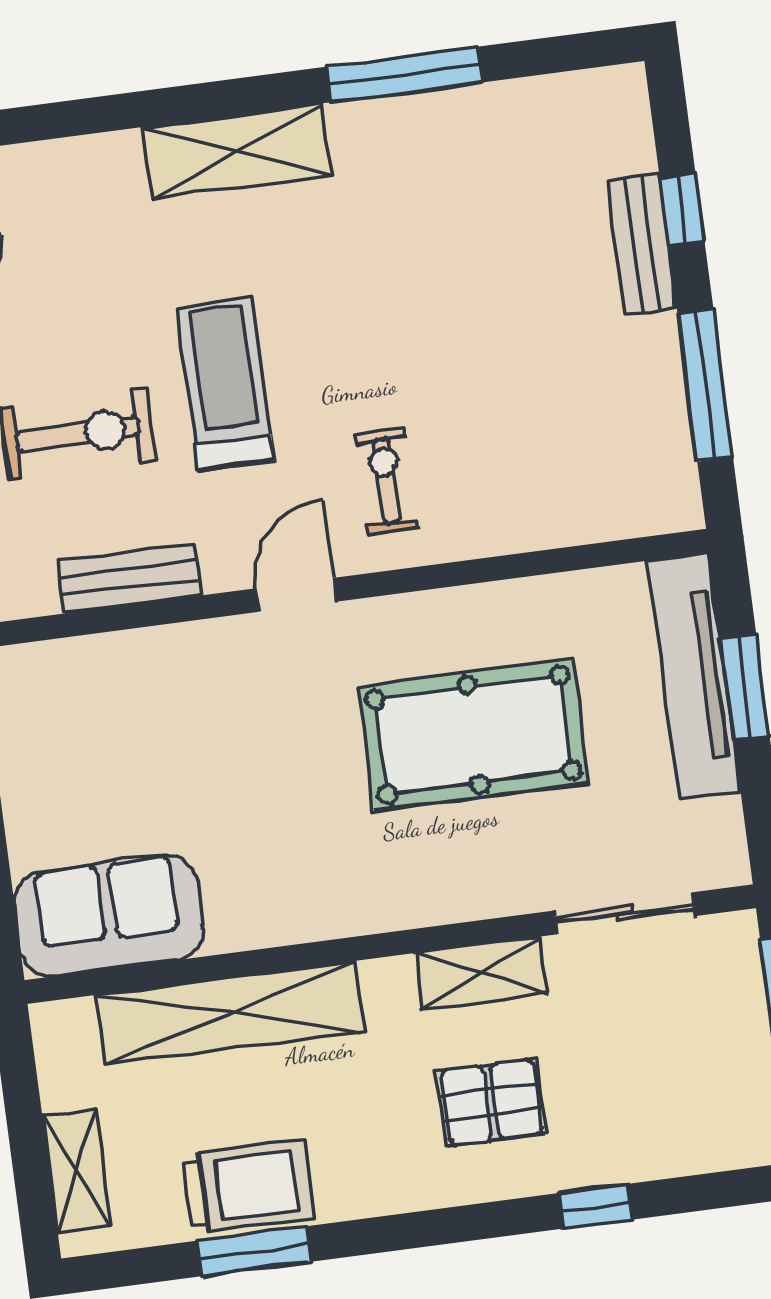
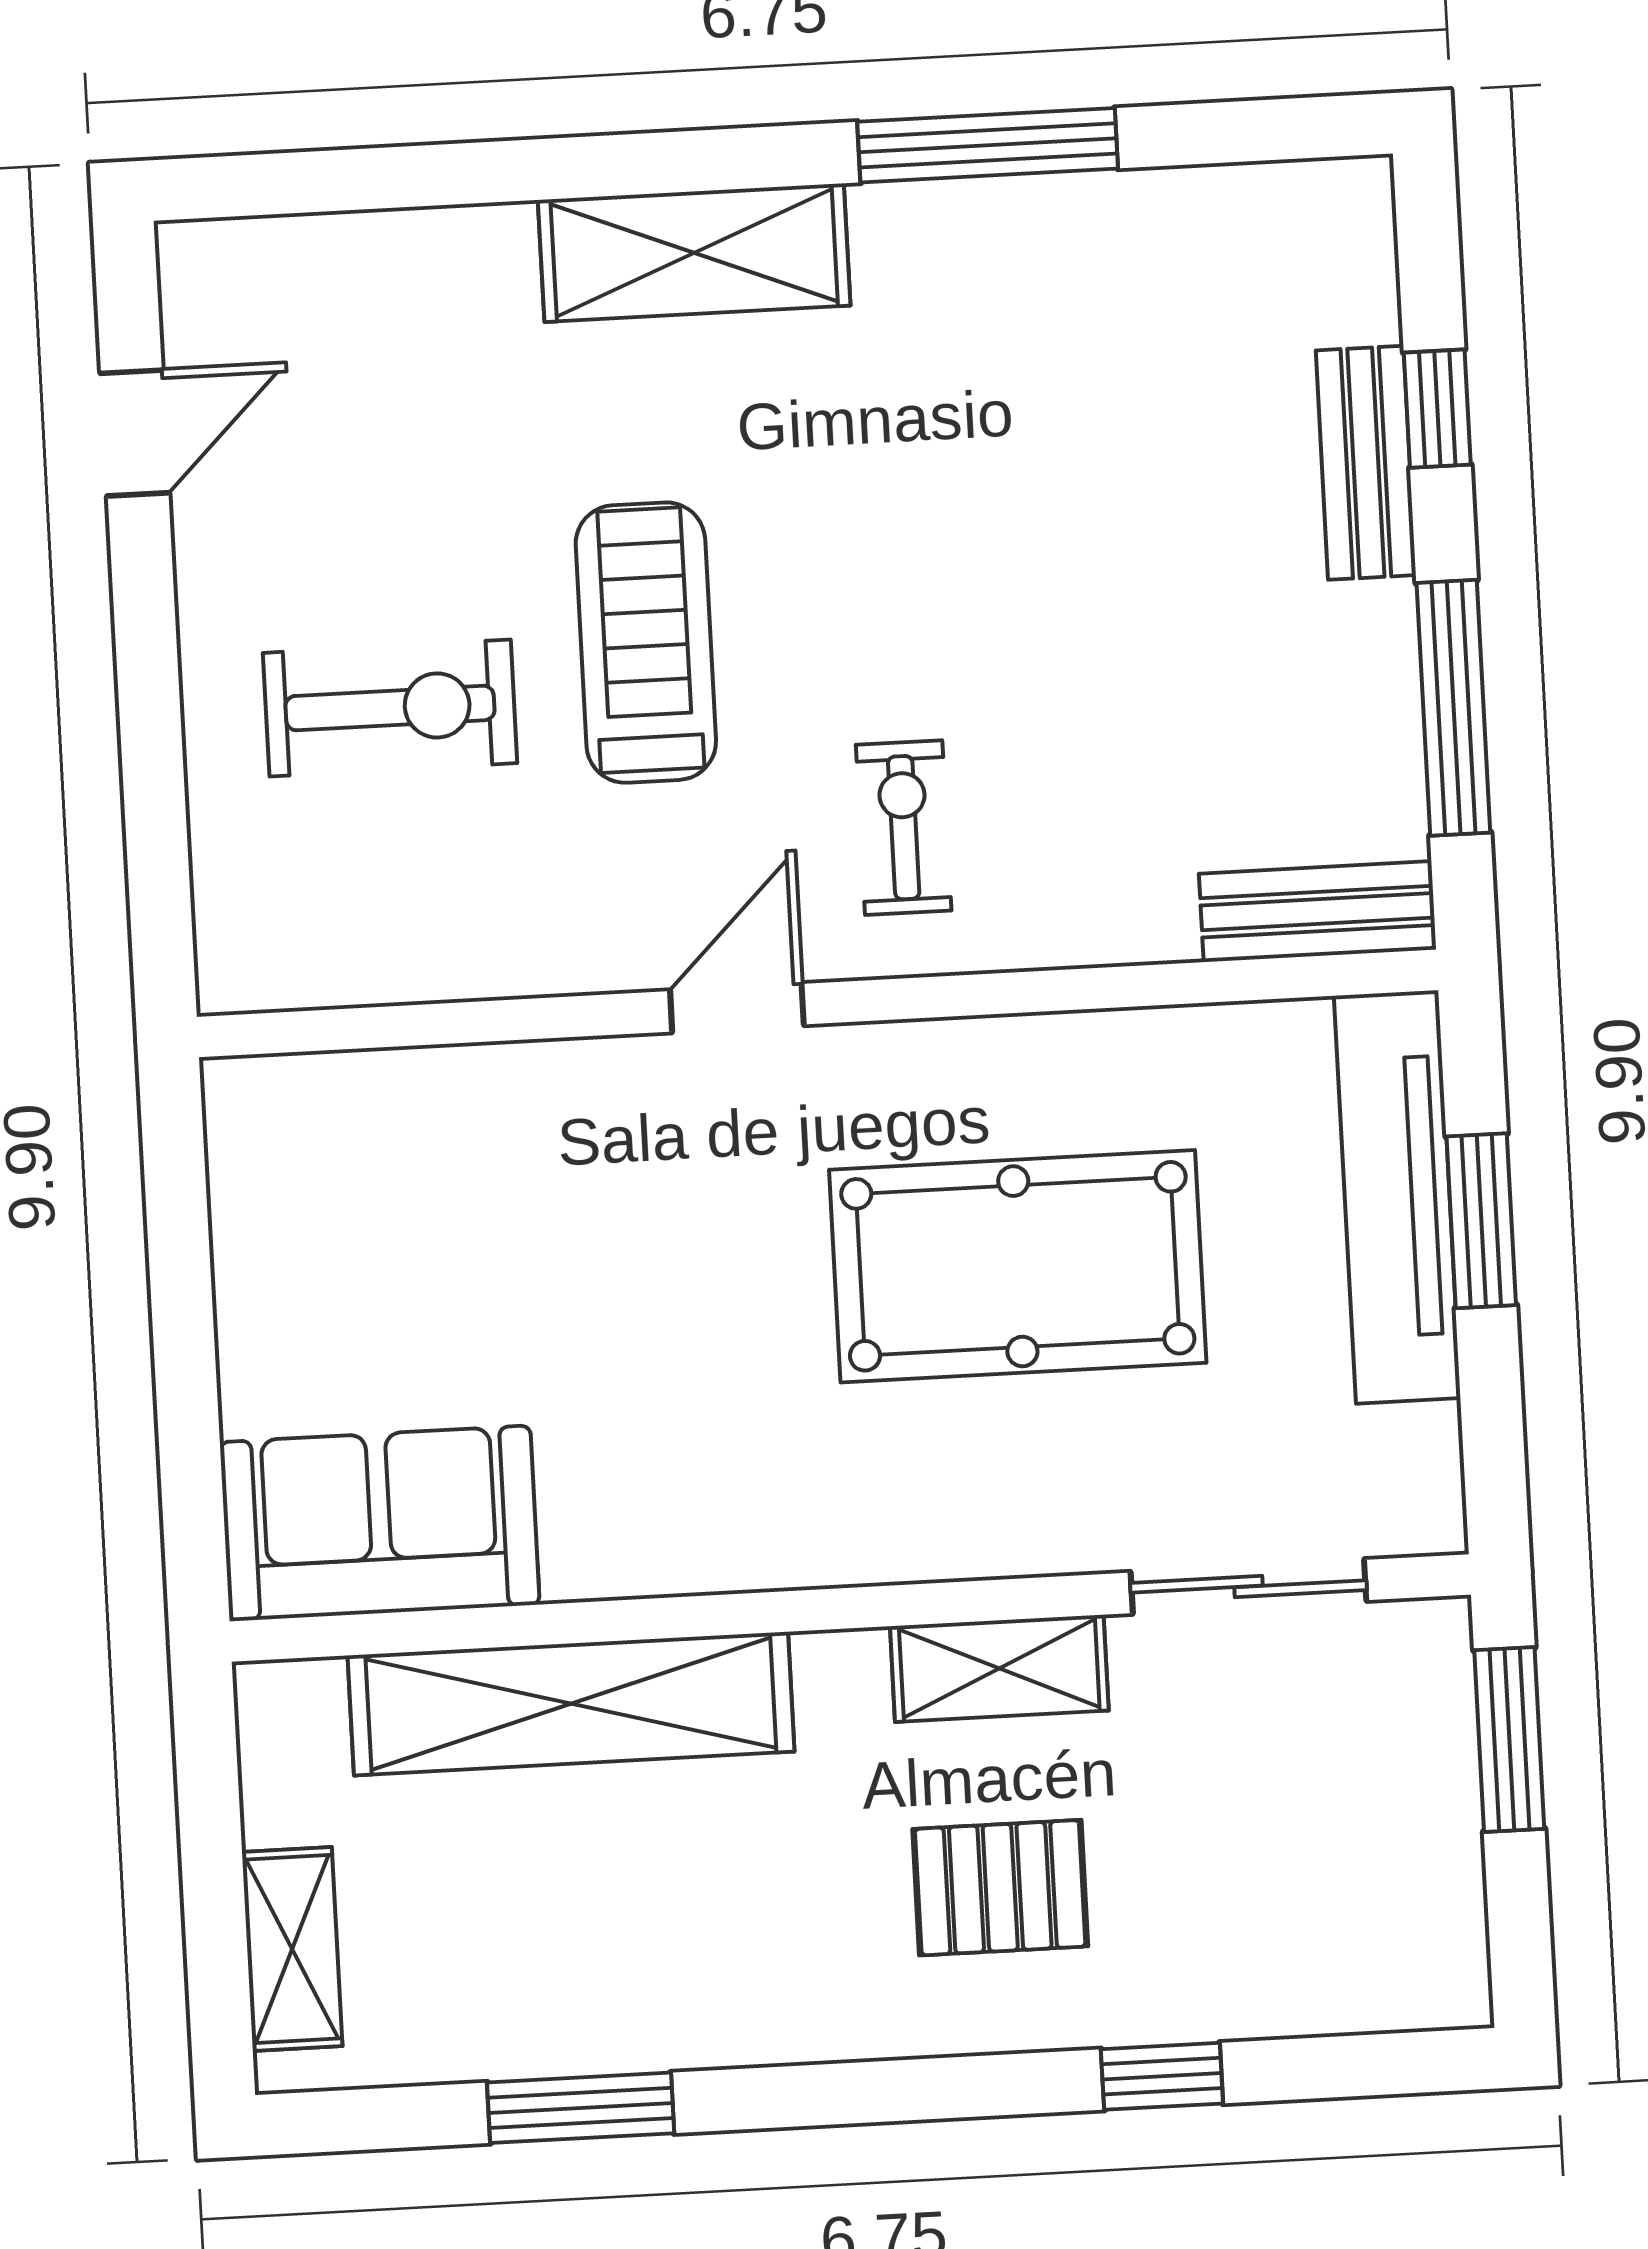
bench: (129, 578) -> (1318, 912), moved
trolley: (248, 1187) -> (580, 1998), removed

